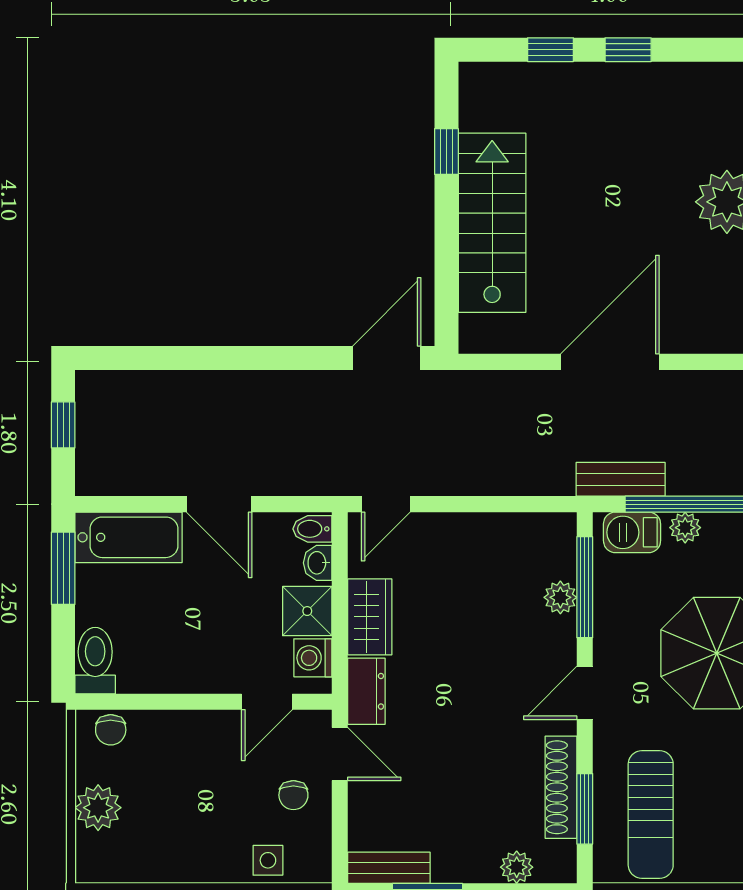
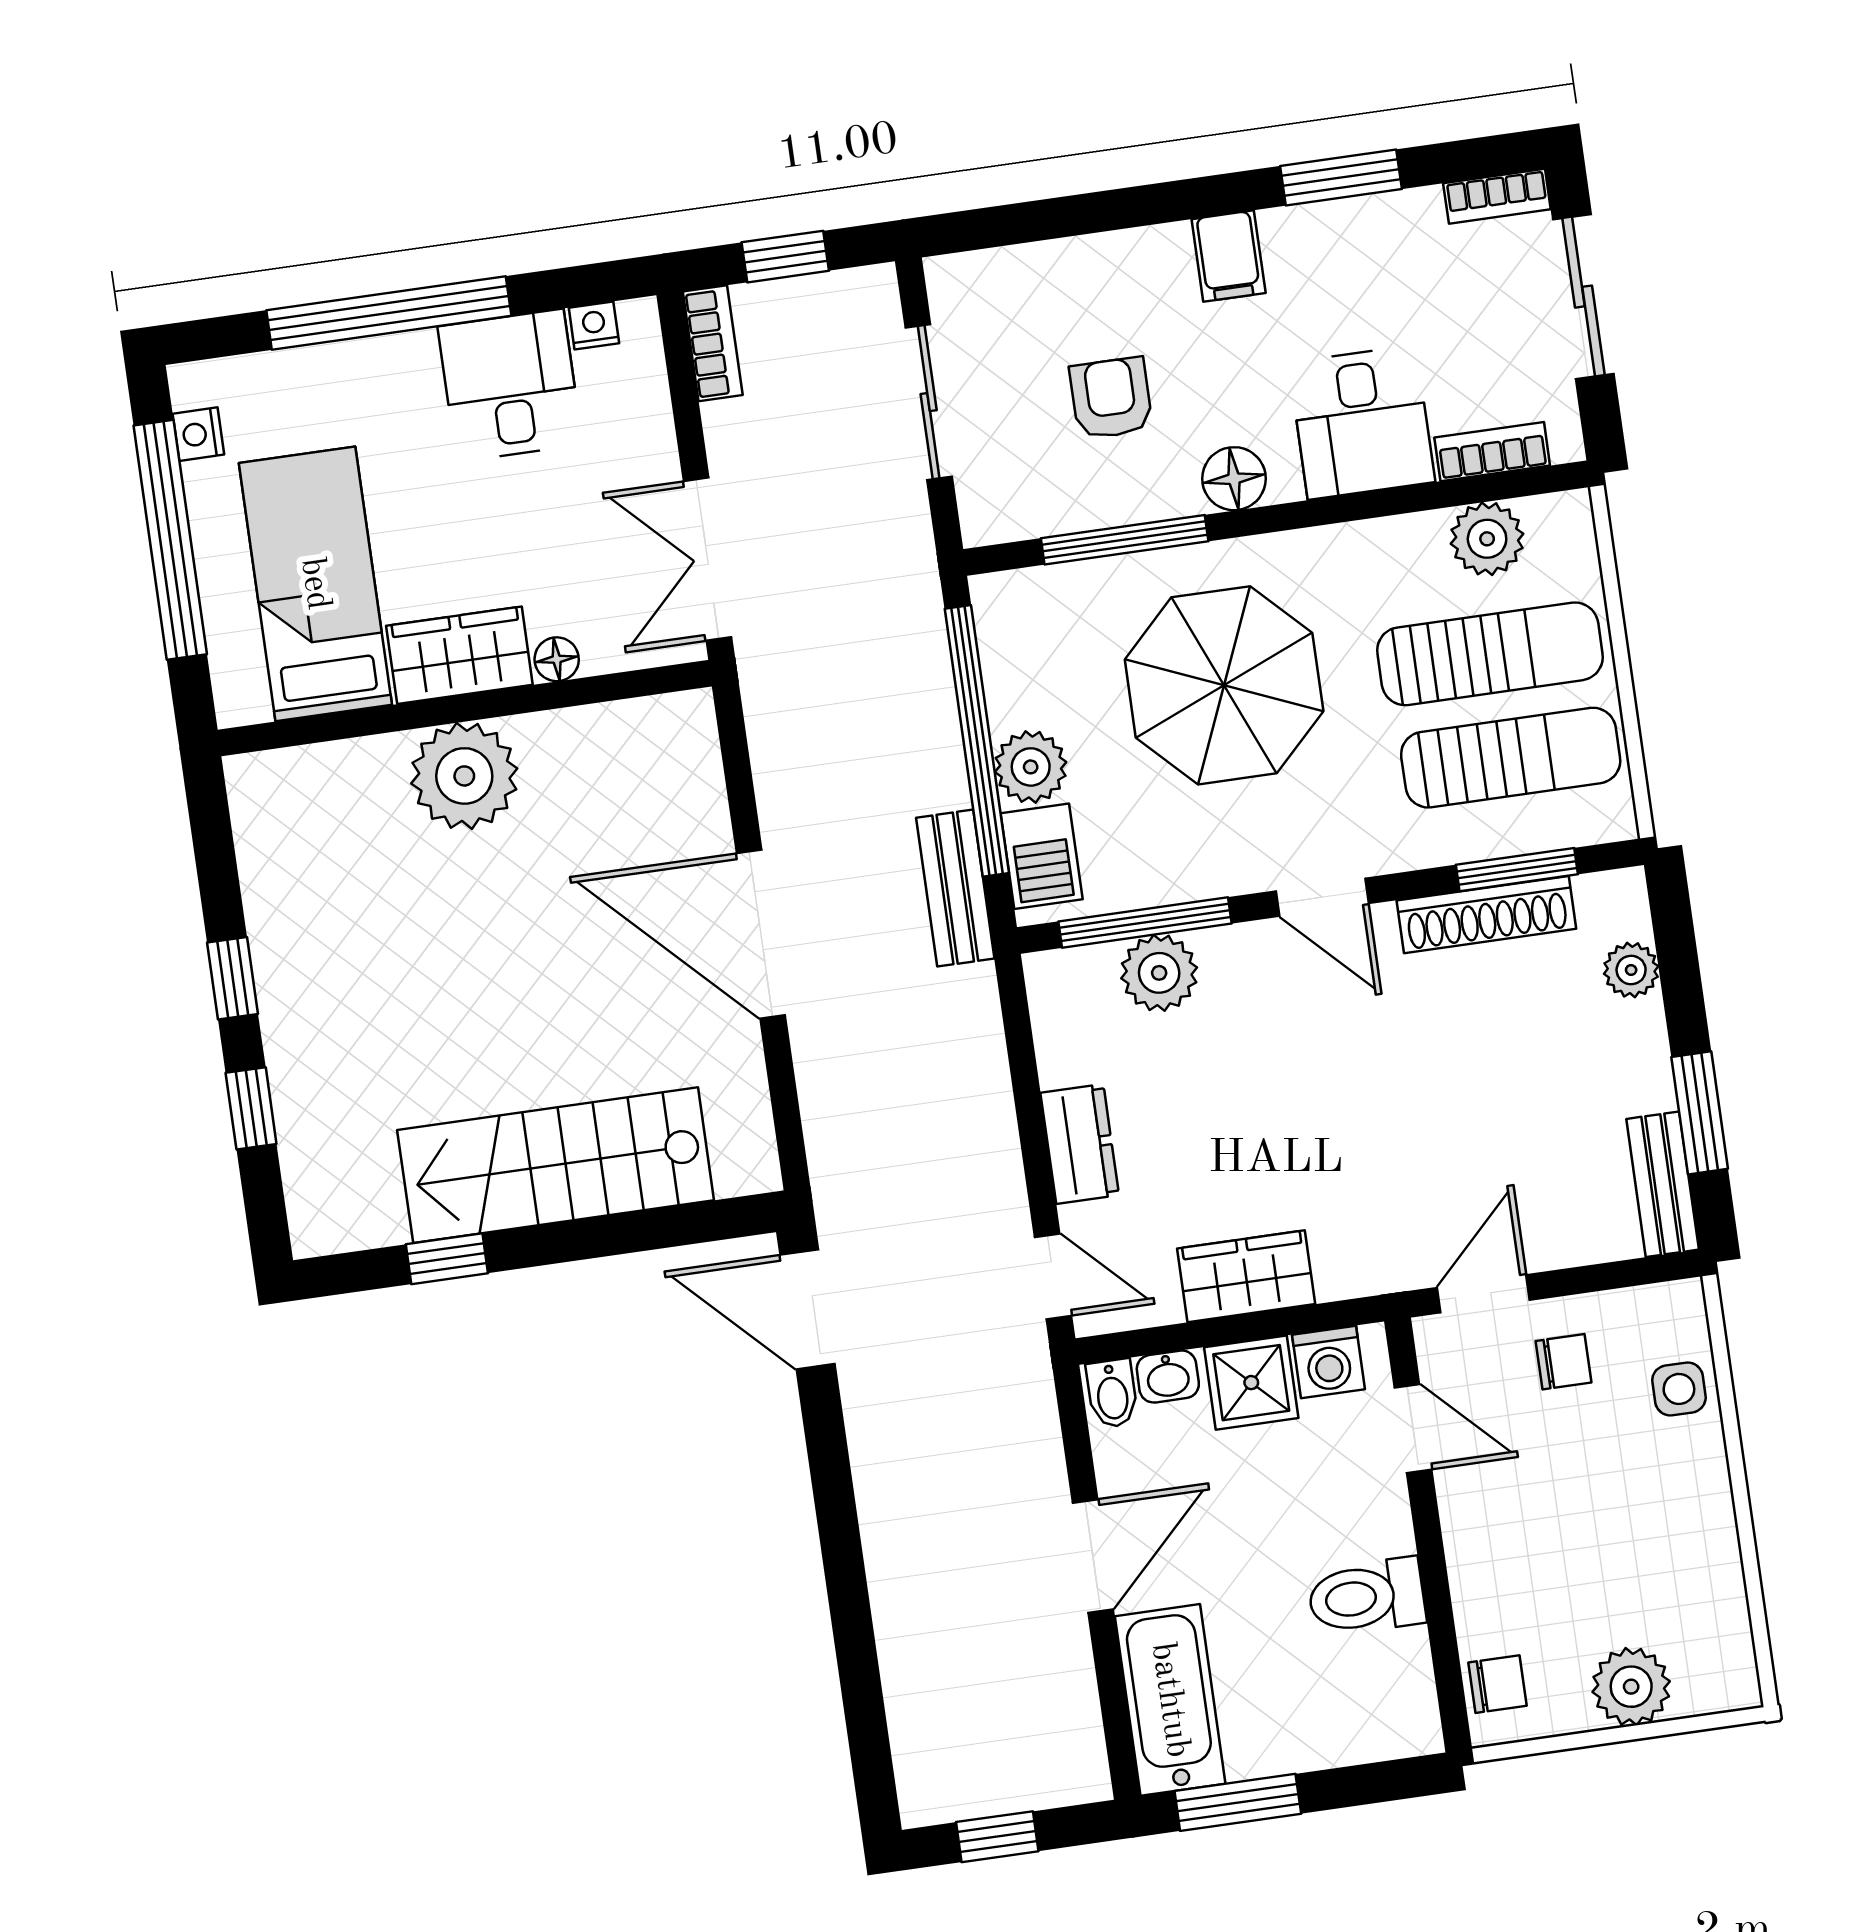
plant: (685, 528) -> (1031, 767), width x1.38, depth x1.38
plant: (560, 597) -> (1159, 973), width x1.38, depth x1.38
toilet: (95, 661) -> (1367, 1597), moved
dresser: (366, 691) -> (1080, 1144), moved, turned 90
sun lounger: (713, 811) -> (1490, 654), added

